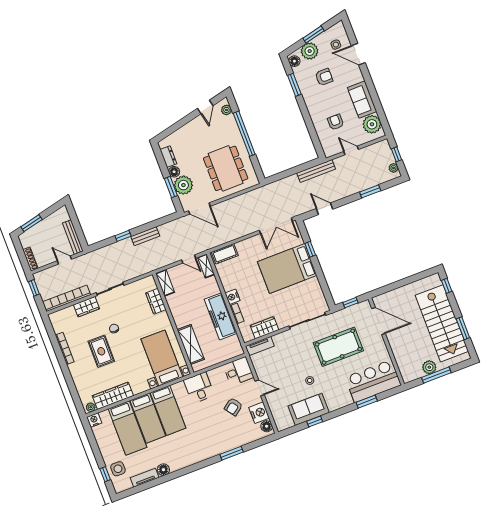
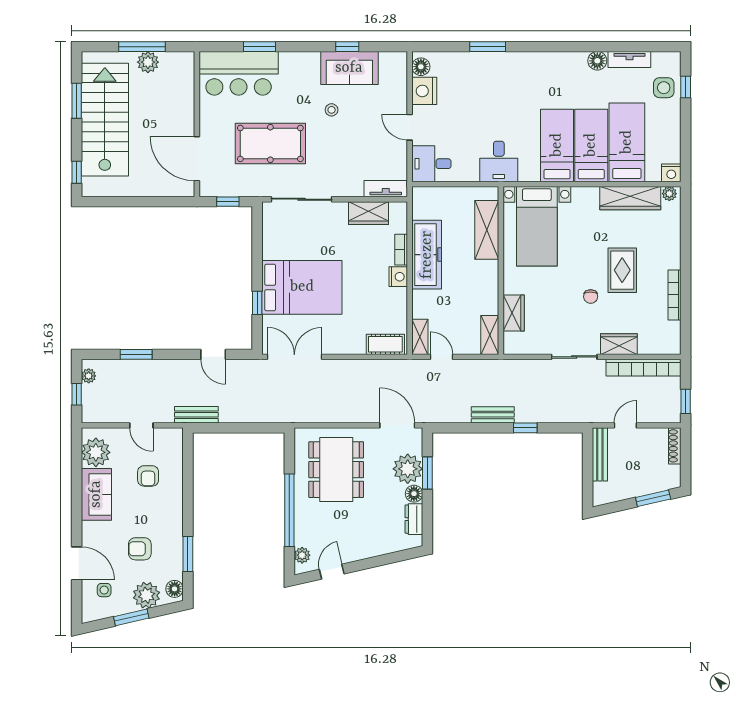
bench: (316, 171) -> (196, 415), width x0.73
door: (64, 260) -> (625, 425), swing flipped
armchair: (233, 407) -> (459, 114), removed

